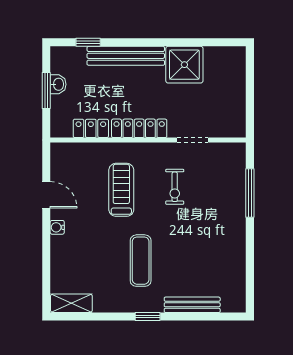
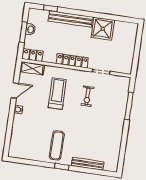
locker: (91, 128) -> (33, 55), moved
door: (46, 195) -> (15, 90), hinge flipped
exercise mat: (141, 261) -> (57, 145), moved
shelving: (71, 303) -> (32, 68), moved

